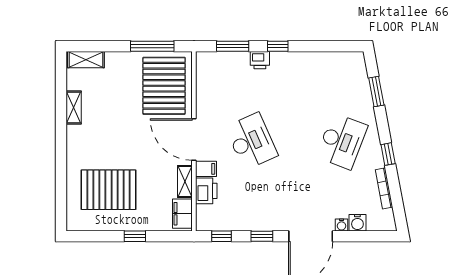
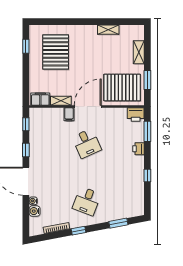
window: (152, 46) -> (147, 80), width x0.69
window: (278, 46) -> (147, 176), moved
shelving: (86, 60) -> (139, 52), moved
desk: (251, 141) -> (87, 143), width x0.73
desk: (342, 141) -> (87, 201), width x0.73
printer: (206, 191) -> (136, 114), moved
window: (135, 236) -> (26, 46), moved

